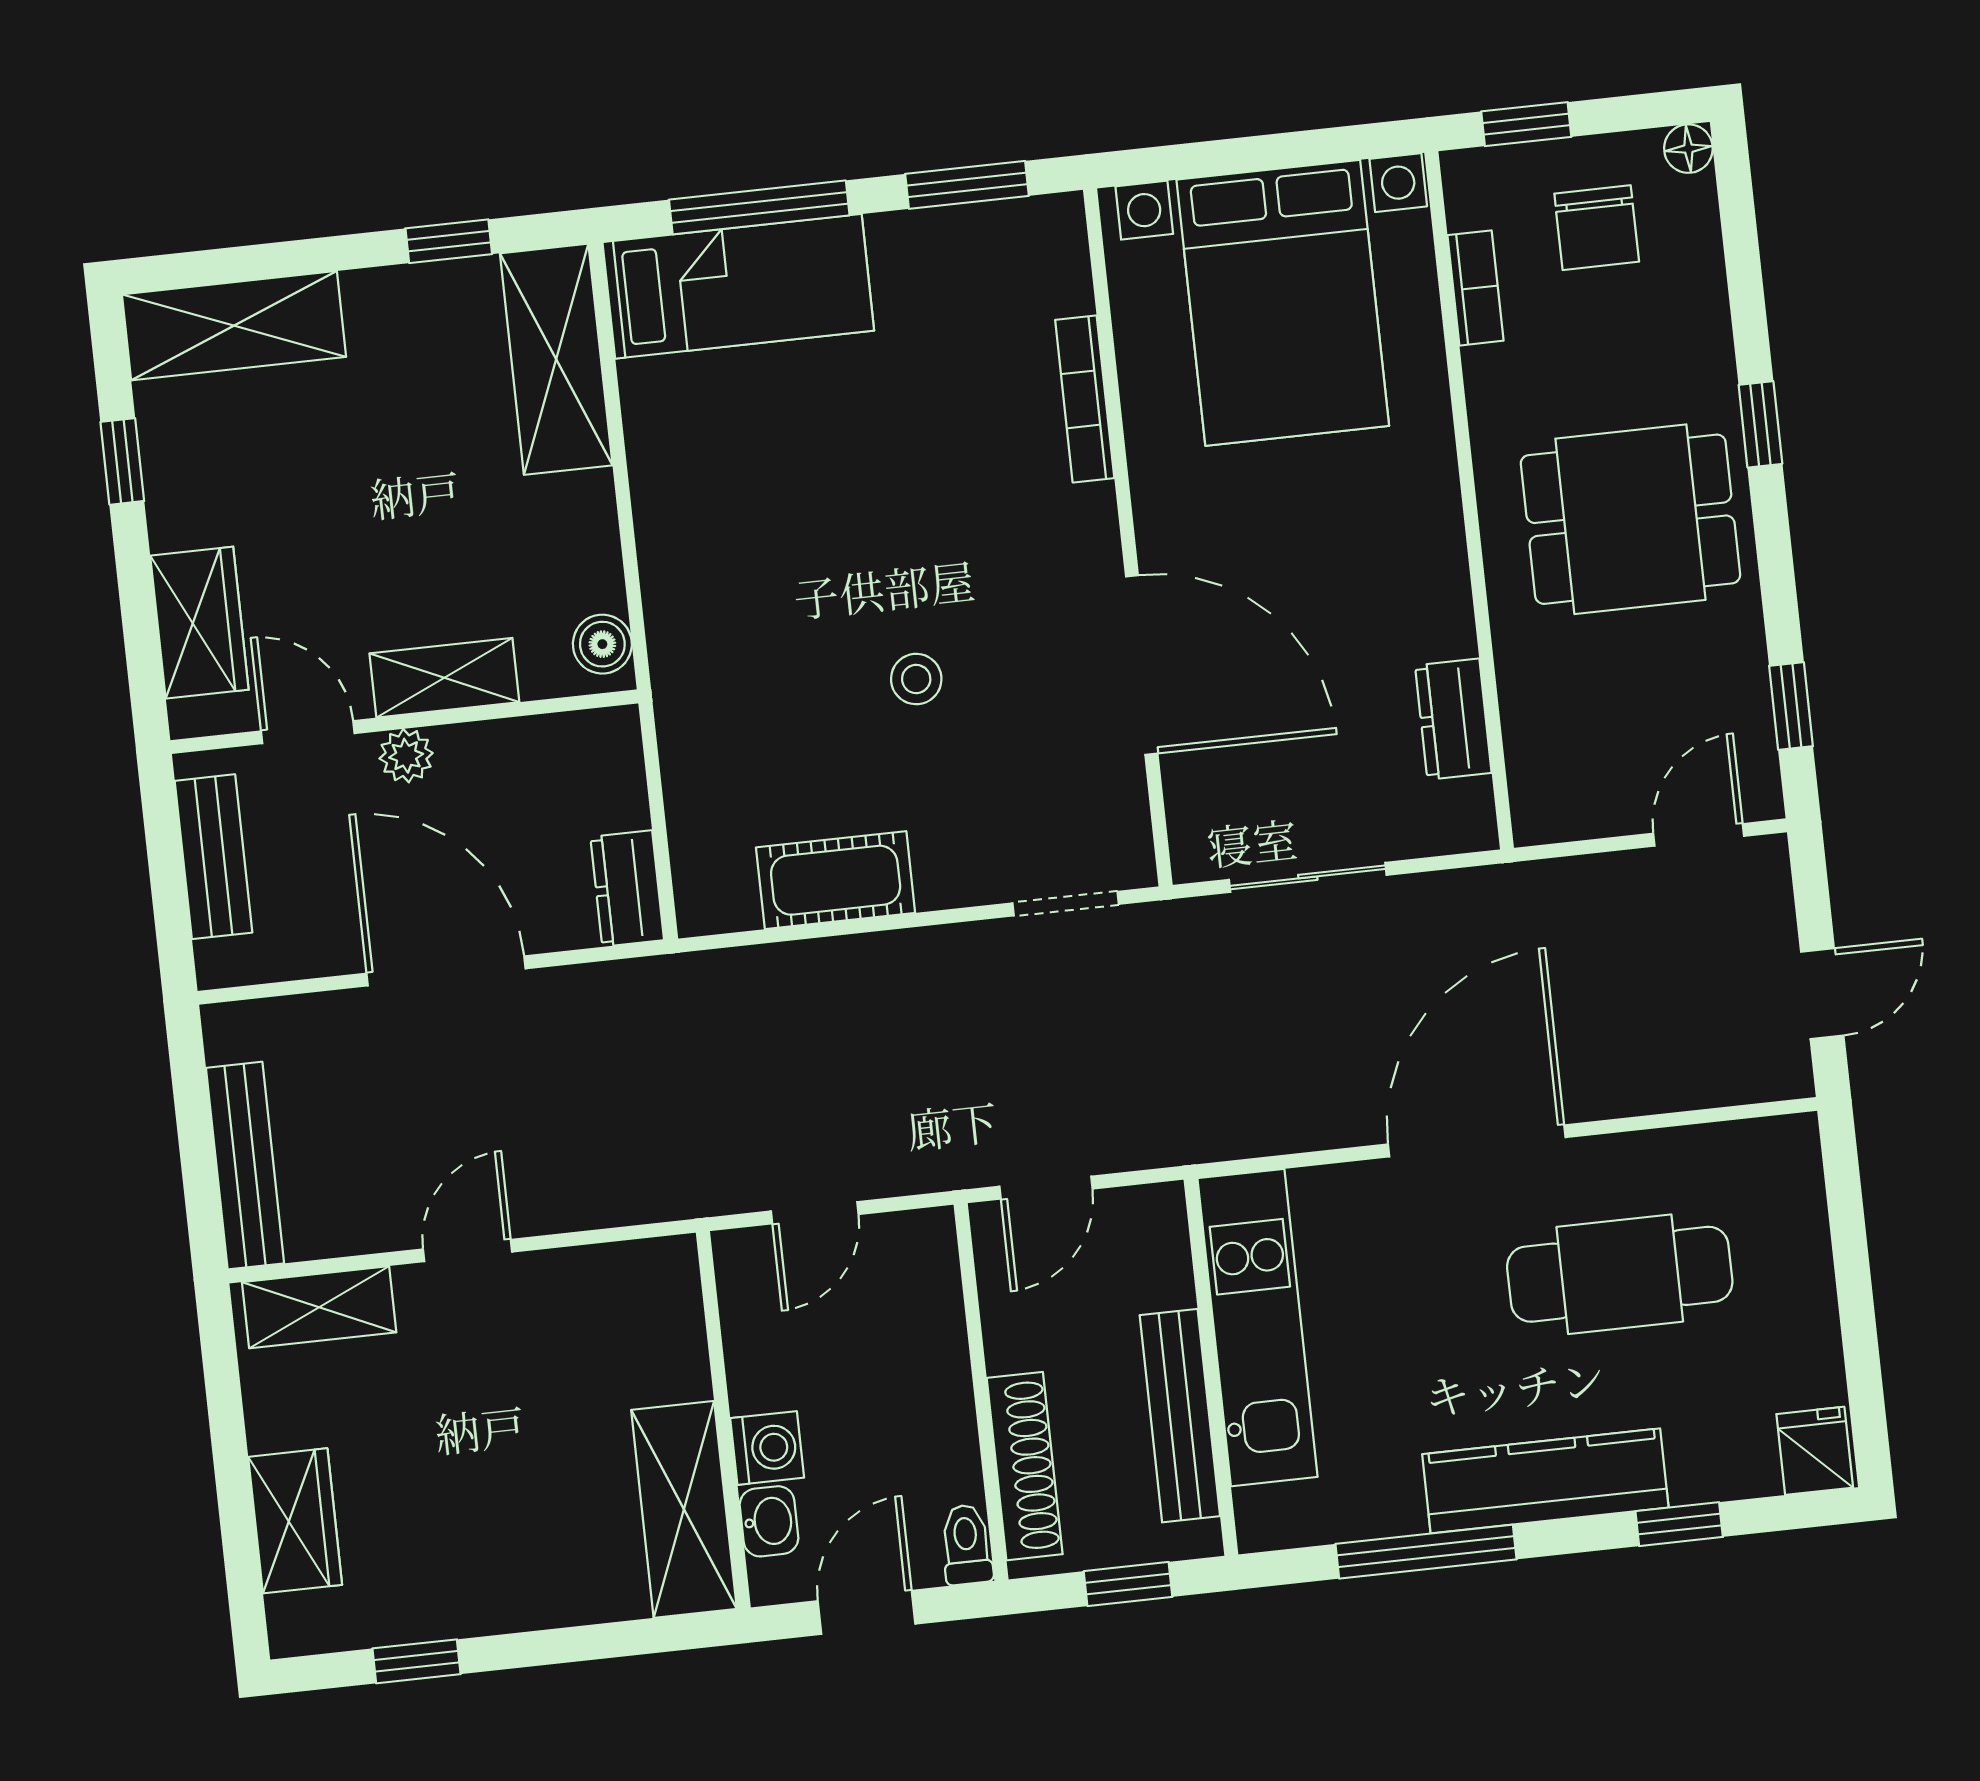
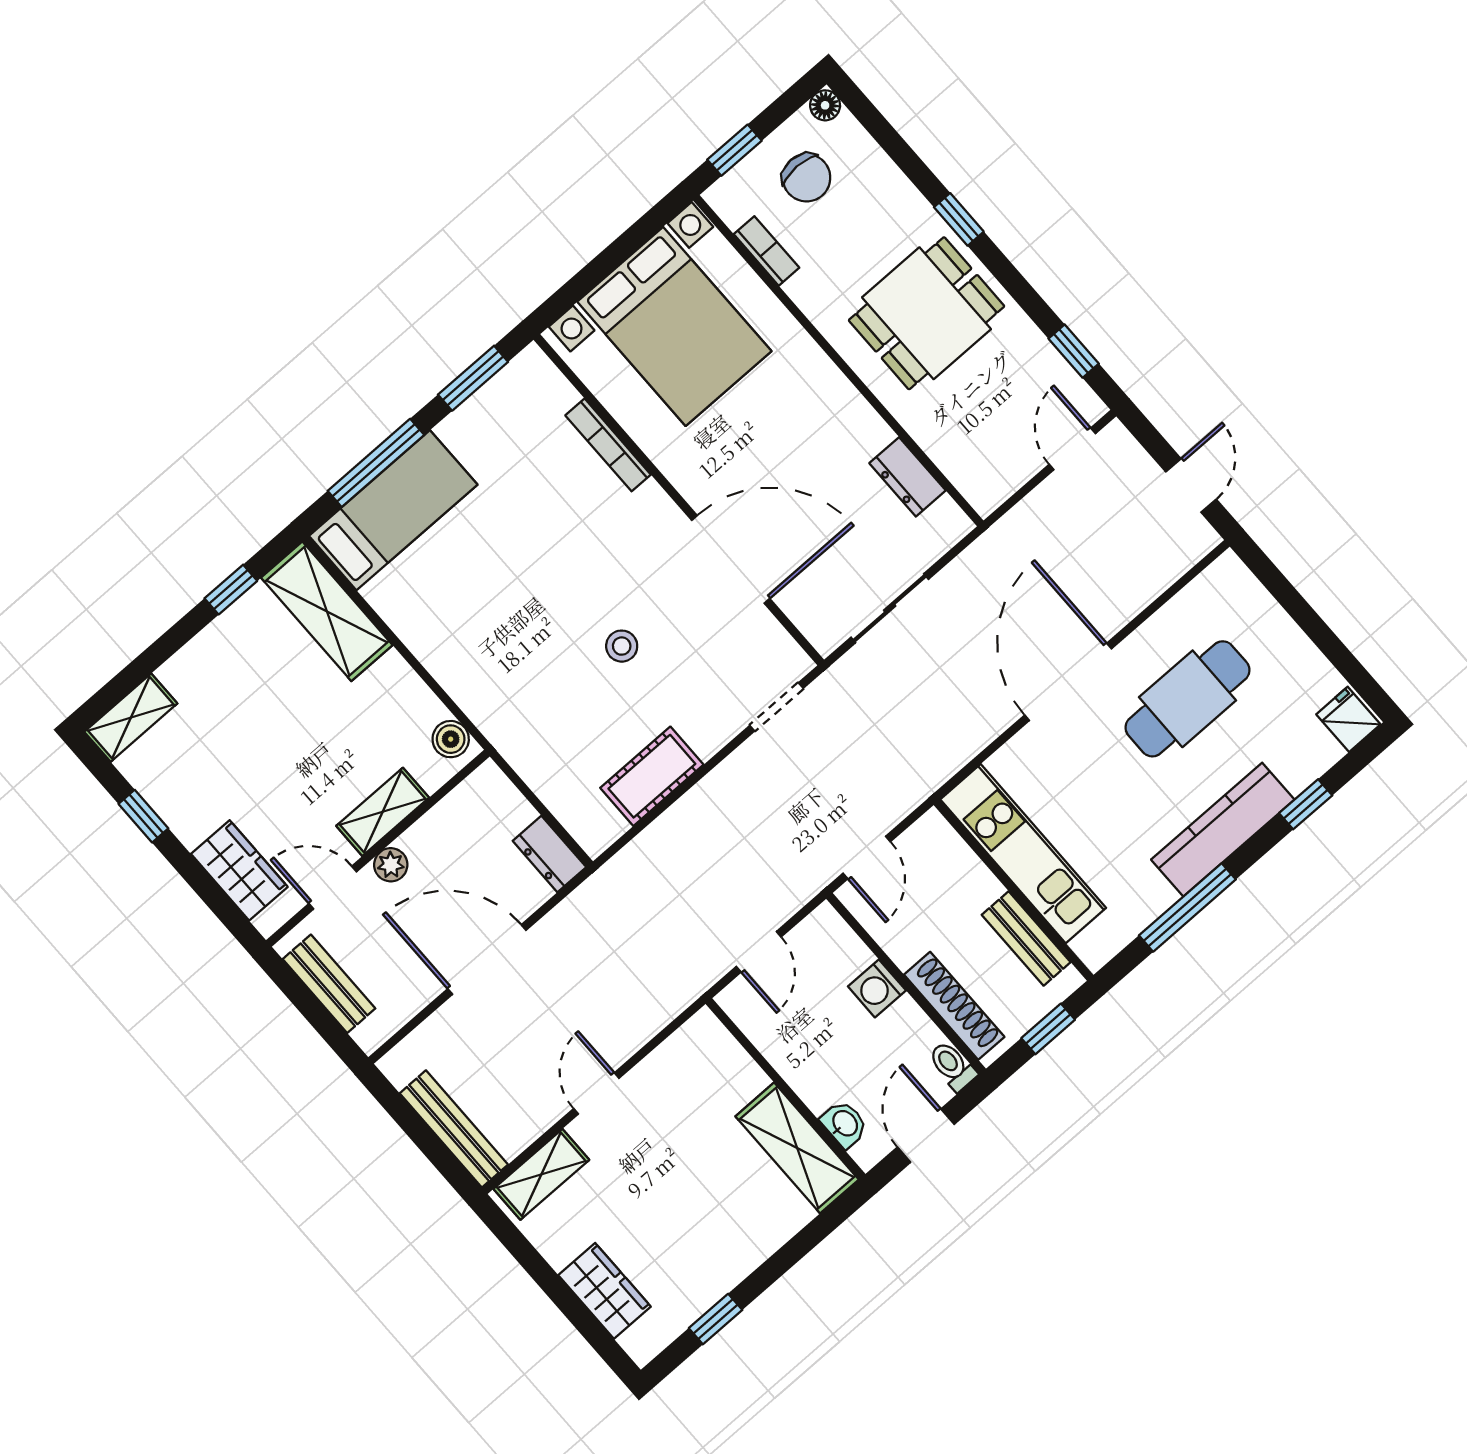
shelving: (234, 326) -> (131, 718), width x0.67, depth x0.75
bench: (1180, 1416) -> (1026, 938), width x0.73
washing machine: (767, 1448) -> (877, 988), moved, turned 180

